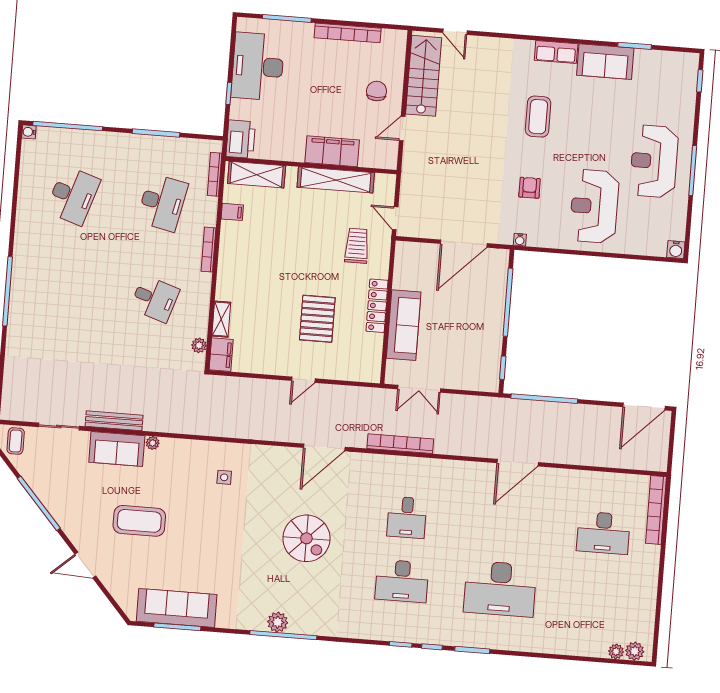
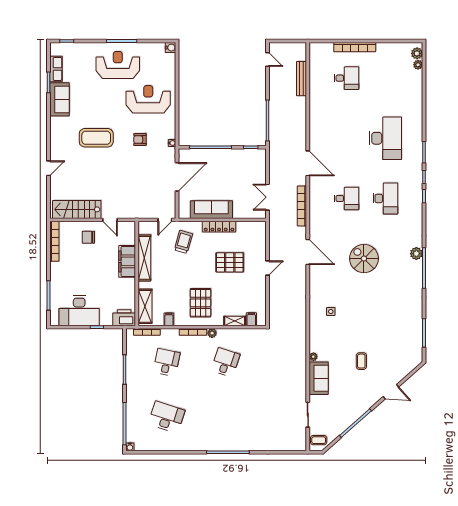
door: (455, 32) -> (49, 168), moved
bookcase: (348, 33) -> (54, 241), moved
row of seats: (556, 52) -> (56, 69), moved
coffee table: (538, 117) -> (96, 138), width x1.36, depth x1.32
reception desk: (654, 161) -> (118, 65), turned 180
desk: (162, 203) -> (167, 362), width x0.73
reception desk: (594, 206) -> (148, 99), turned 180
door: (464, 244) -> (177, 177), hinge flipped
trolley: (357, 246) -> (183, 242), turned 106
pallet: (255, 266) -> (200, 303), added
sofa: (404, 325) -> (211, 210), moved
plant: (199, 345) -> (212, 333), moved
filing cabinet: (221, 355) -> (251, 319), width x0.50
door: (303, 380) -> (268, 268), hinge flipped
double door: (419, 389) -> (268, 197), swing flipped
door: (644, 406) -> (268, 59), width x0.53
bench: (114, 421) -> (302, 79), moved
door: (518, 463) -> (308, 163), moved
bookcase: (656, 510) -> (355, 47), moved
coffee table: (139, 521) -> (361, 361), width x0.54, depth x0.58
desk: (603, 533) -> (346, 78), width x0.73
spiral stairs: (306, 538) -> (364, 259), turned -90
door: (85, 565) -> (391, 392), hinge flipped
sofa: (177, 608) -> (412, 334), removed
plant: (278, 622) -> (416, 254), moved

